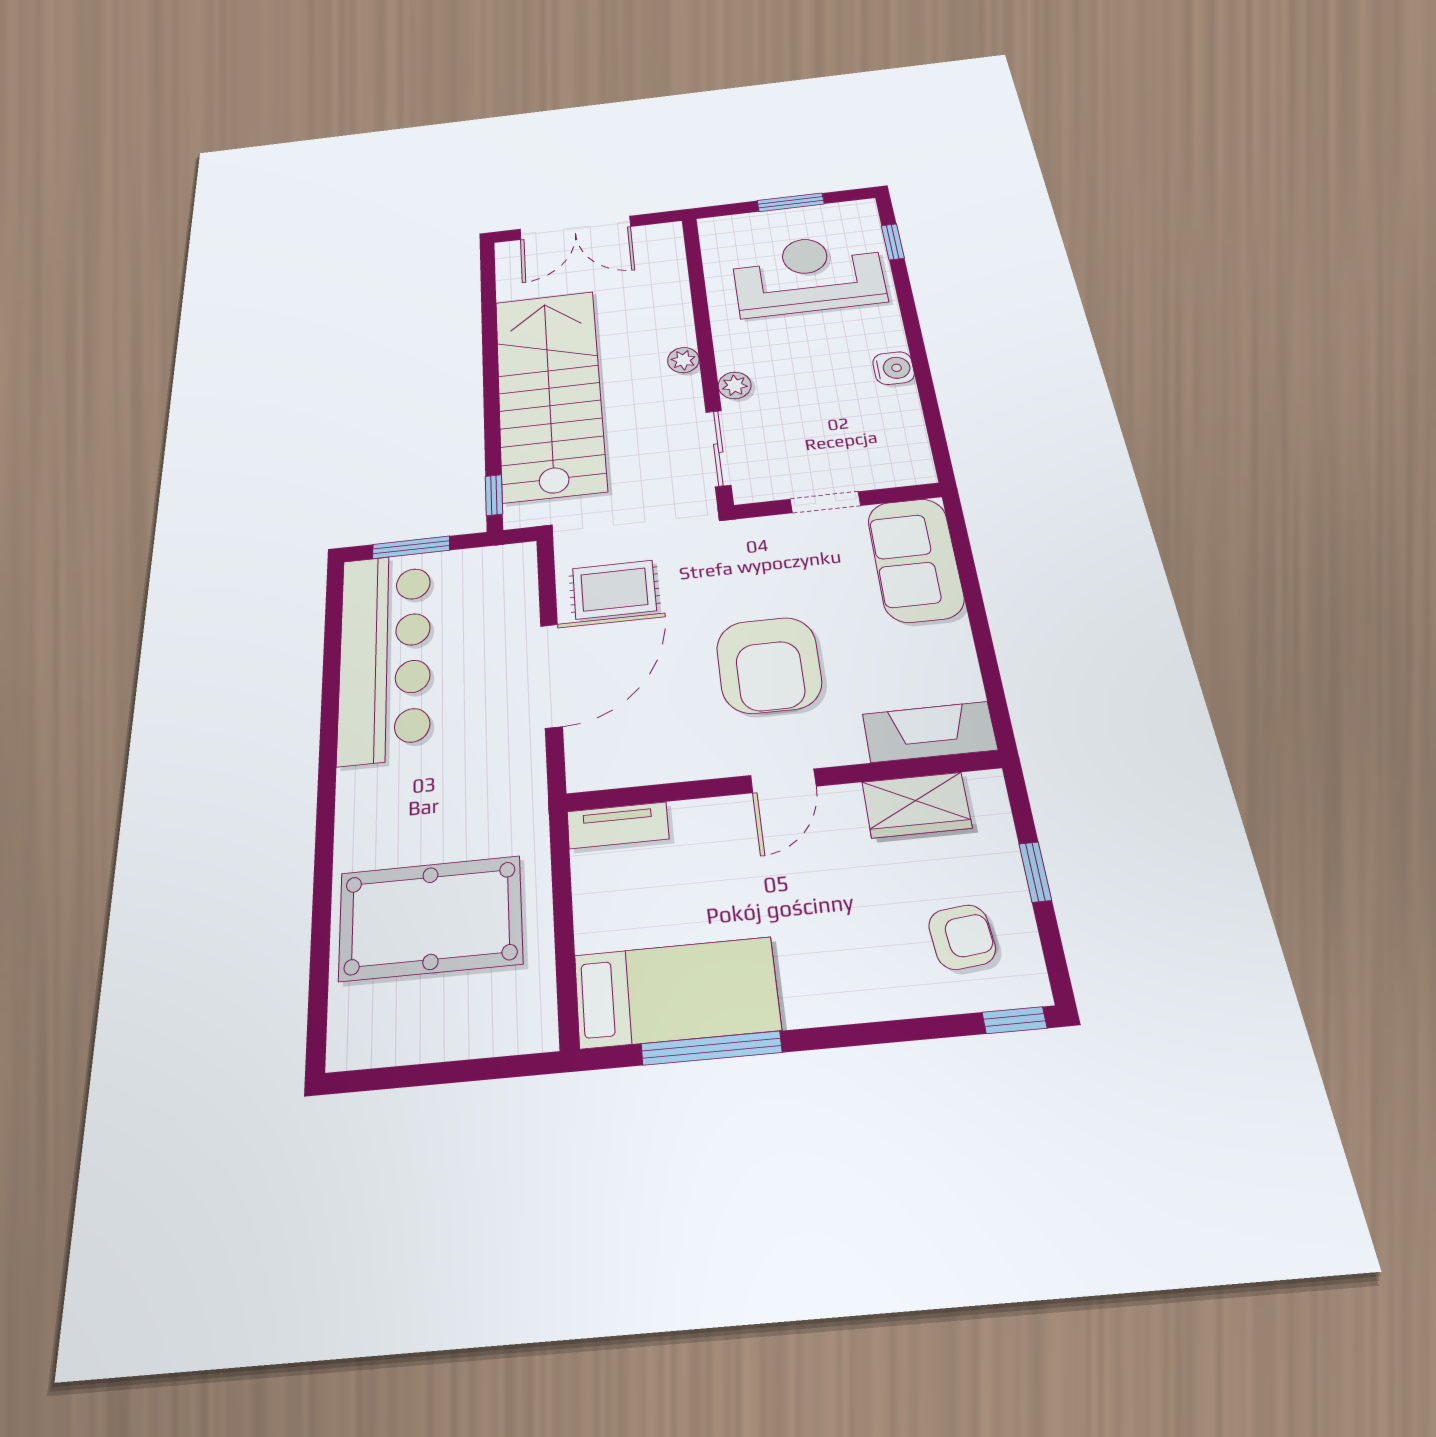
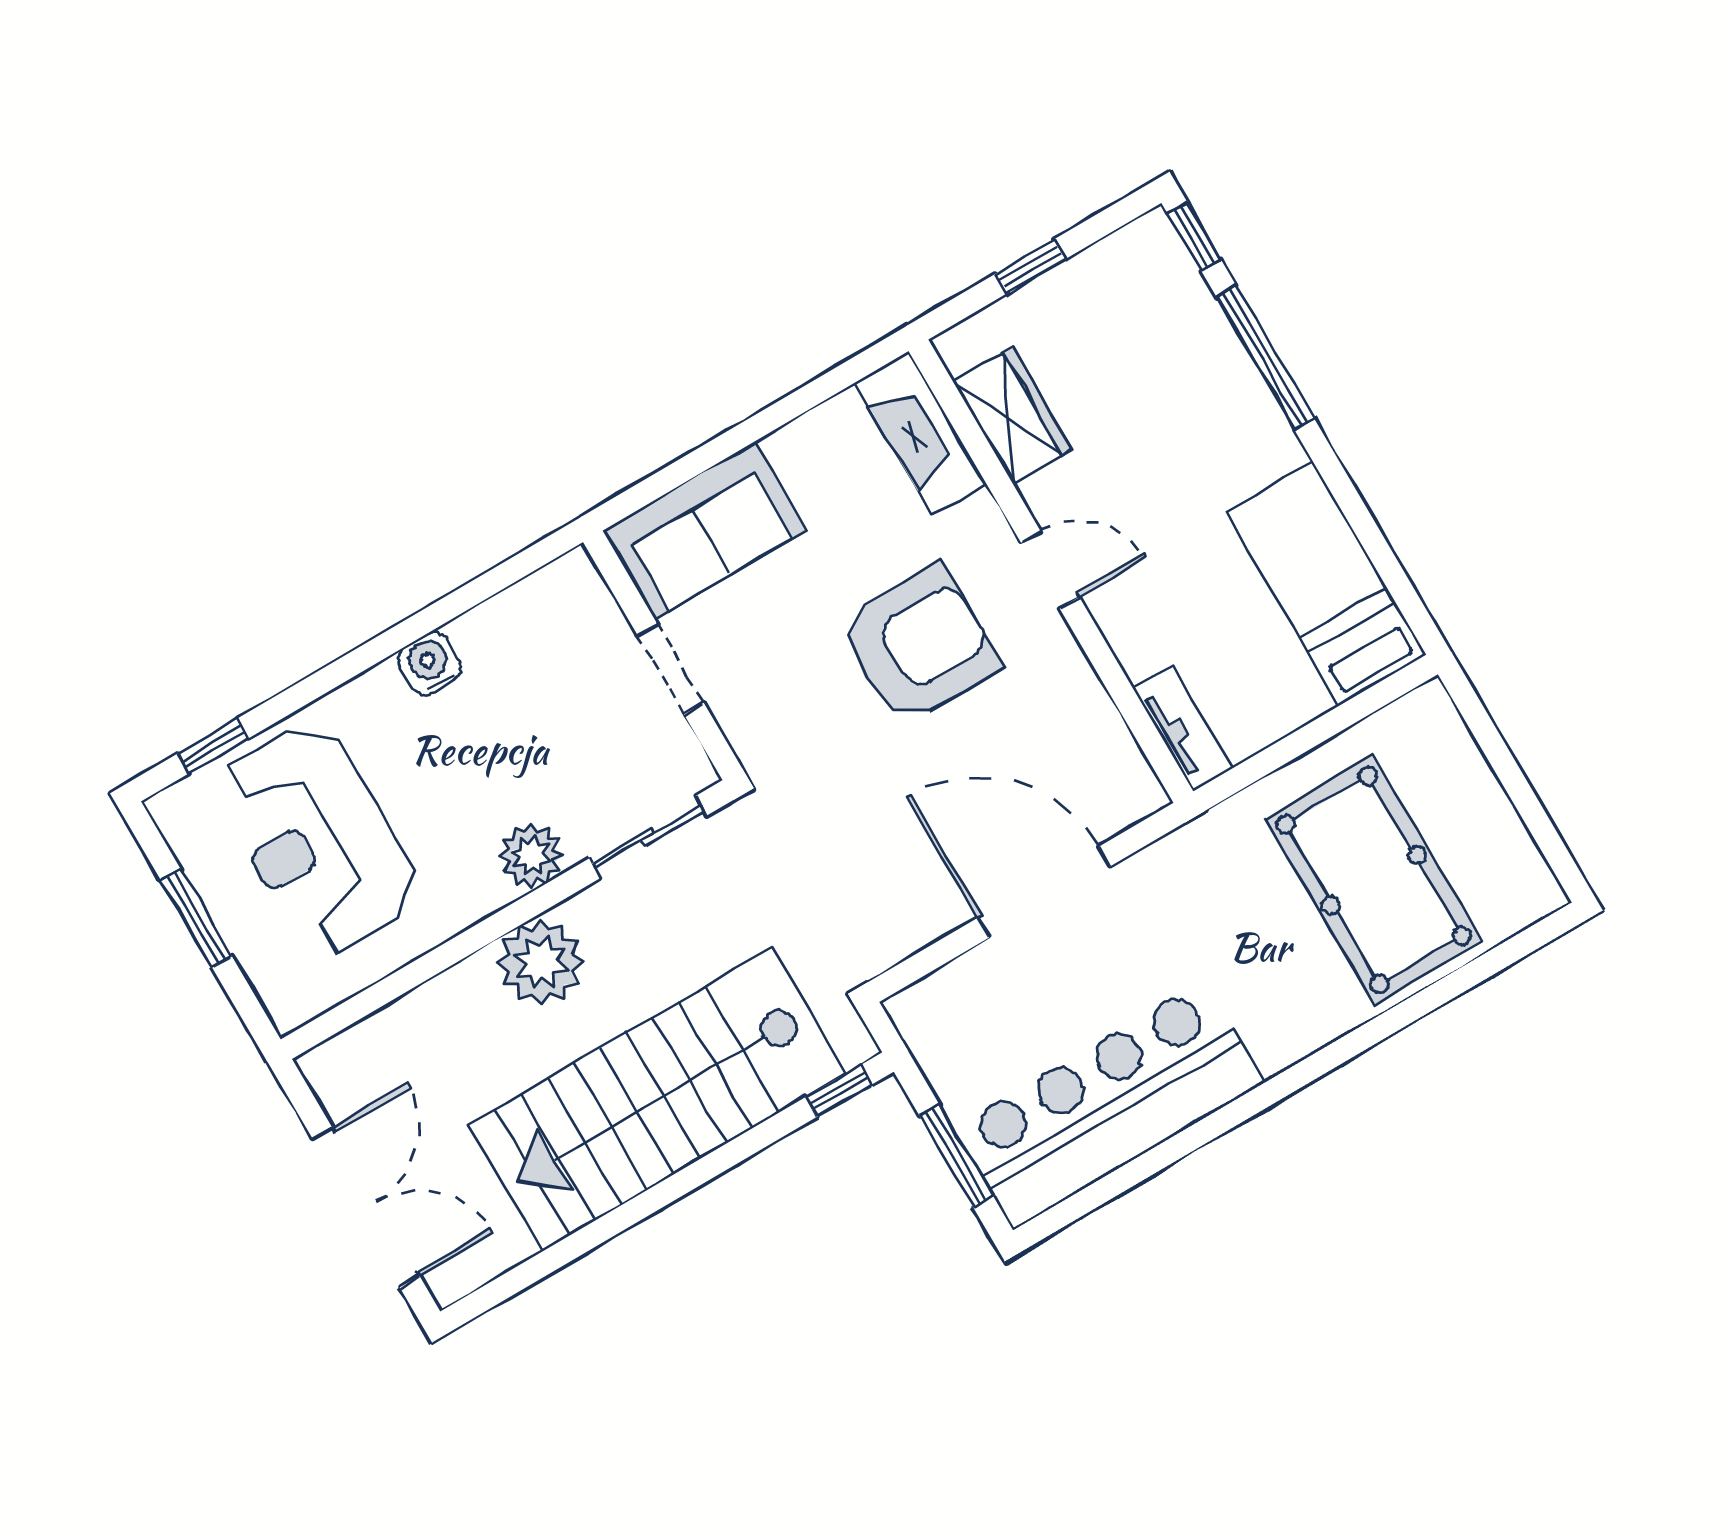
plant: (683, 360) -> (541, 962), width x1.88, depth x1.88
plant: (735, 385) -> (531, 856), width x1.38, depth x1.38
rug: (614, 590) -> (902, 872), removed
armchair: (962, 937) -> (1135, 317), removed
window: (711, 1048) -> (1265, 357), moved

